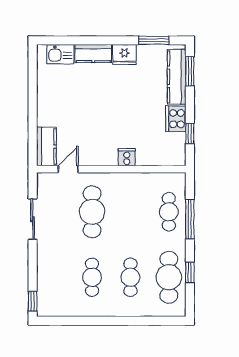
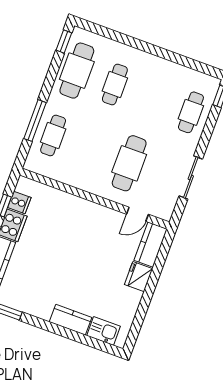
fridge: (124, 55) -> (139, 277), moved, turned -90
cooker: (127, 157) -> (19, 202), moved, turned -90
window: (190, 272) -> (64, 41), moved
cafe table: (92, 277) -> (191, 112), moved

